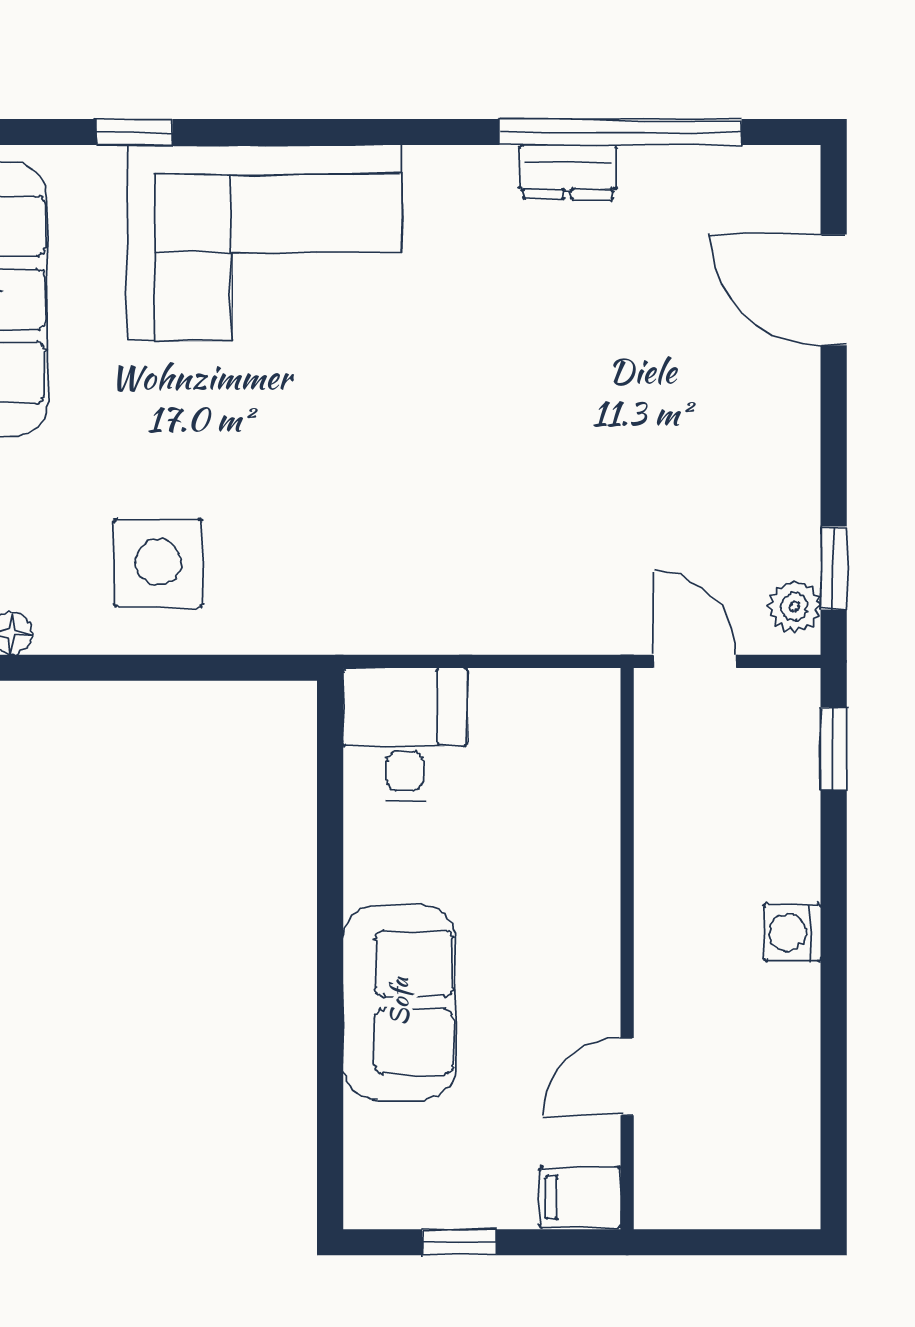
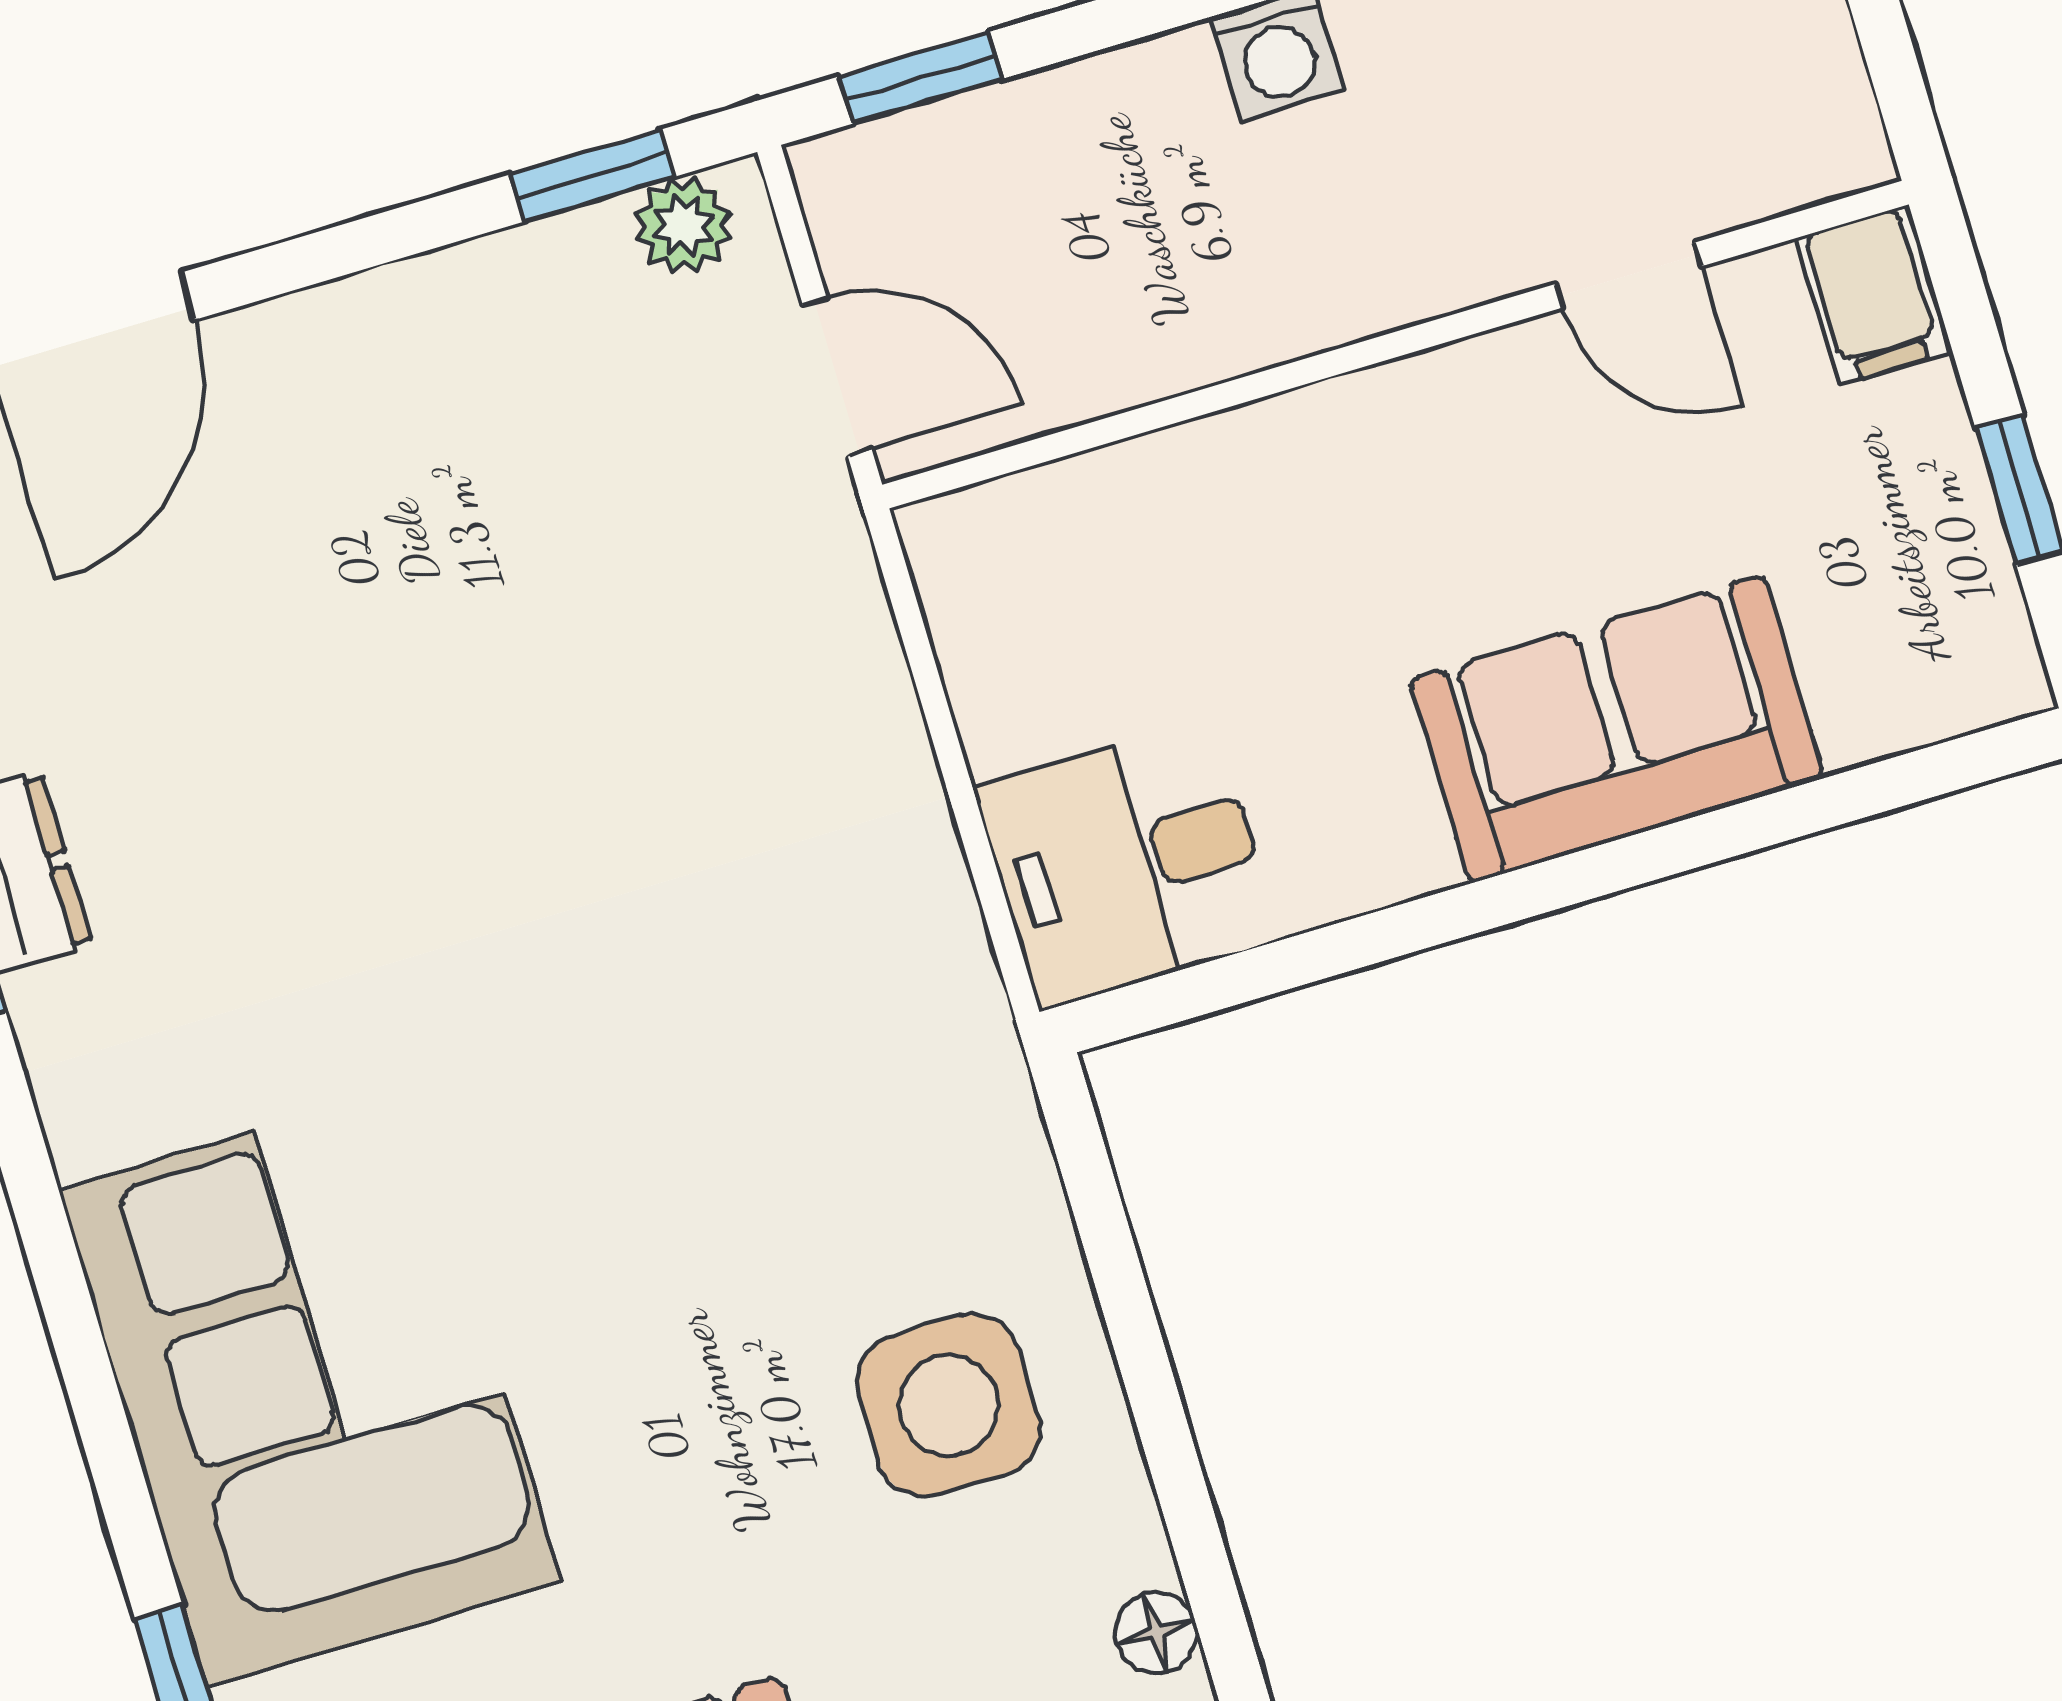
door: (695, 661) -> (837, 377), swing flipped

